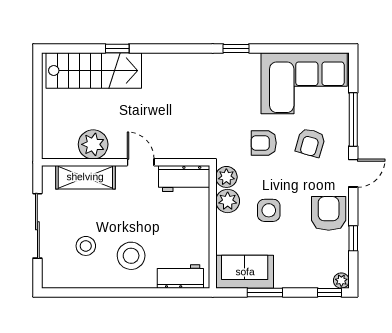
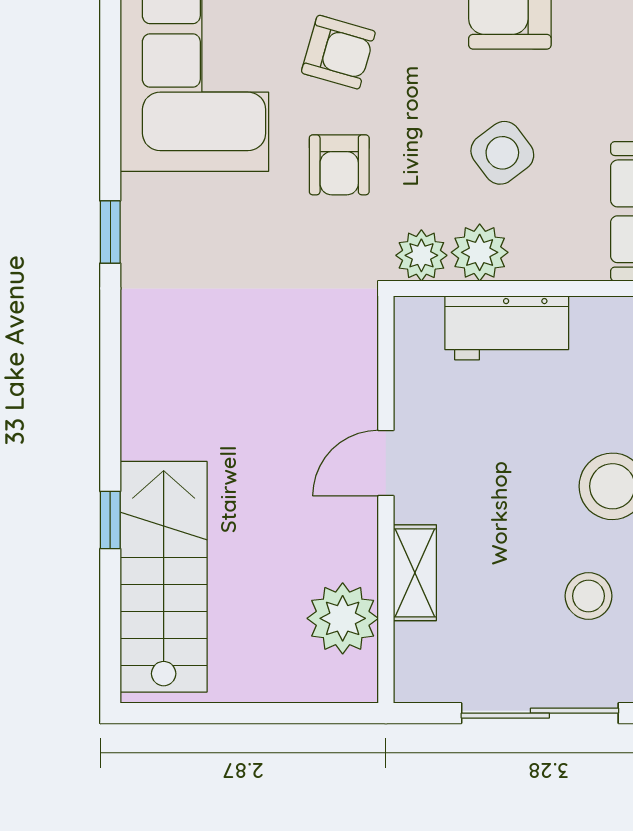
plant: (93, 144) -> (343, 618), moved
shelving: (85, 177) -> (415, 573), width x0.67, depth x0.75
workbench: (184, 179) -> (507, 328), moved, turned 90
side table: (269, 210) -> (502, 153), turned -37

